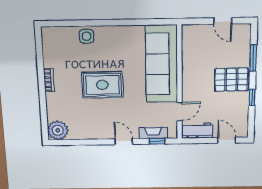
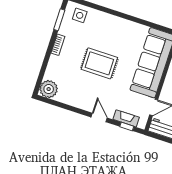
side table: (87, 36) -> (80, 15), moved
window: (39, 52) -> (59, 20), added

